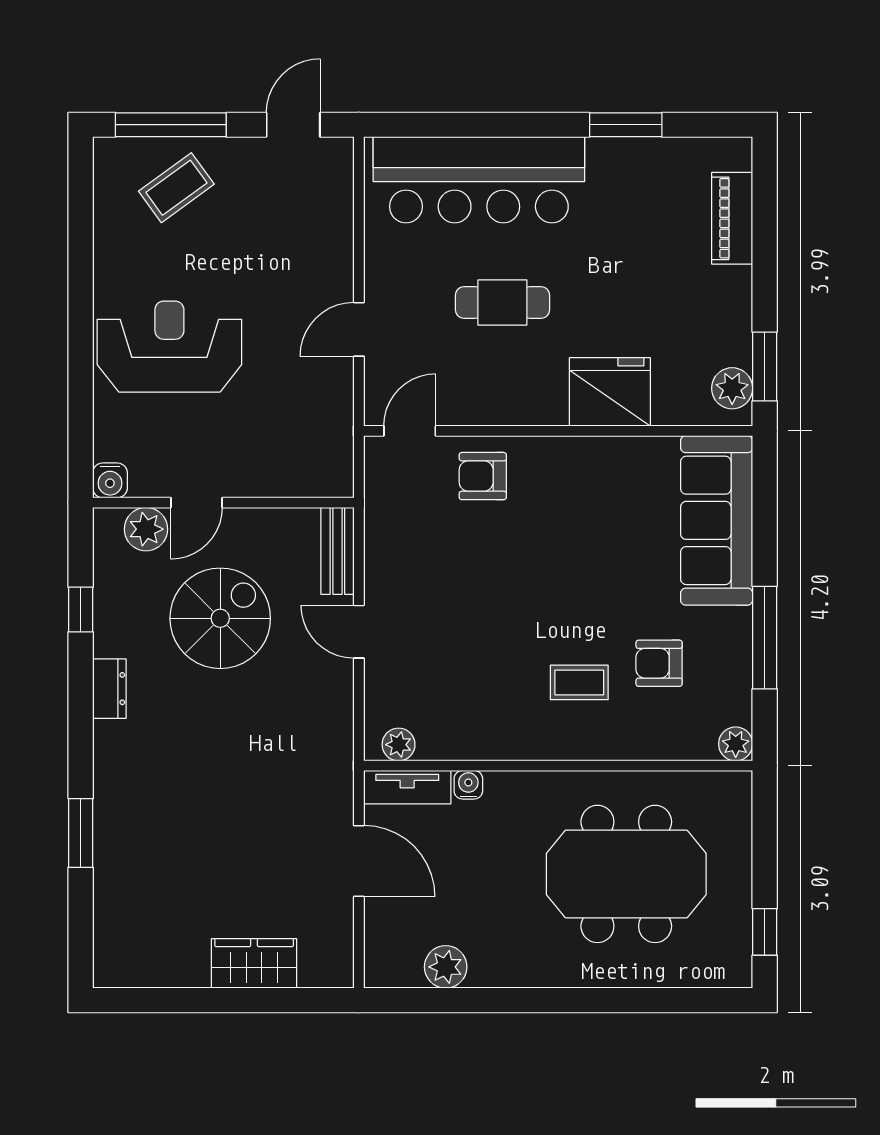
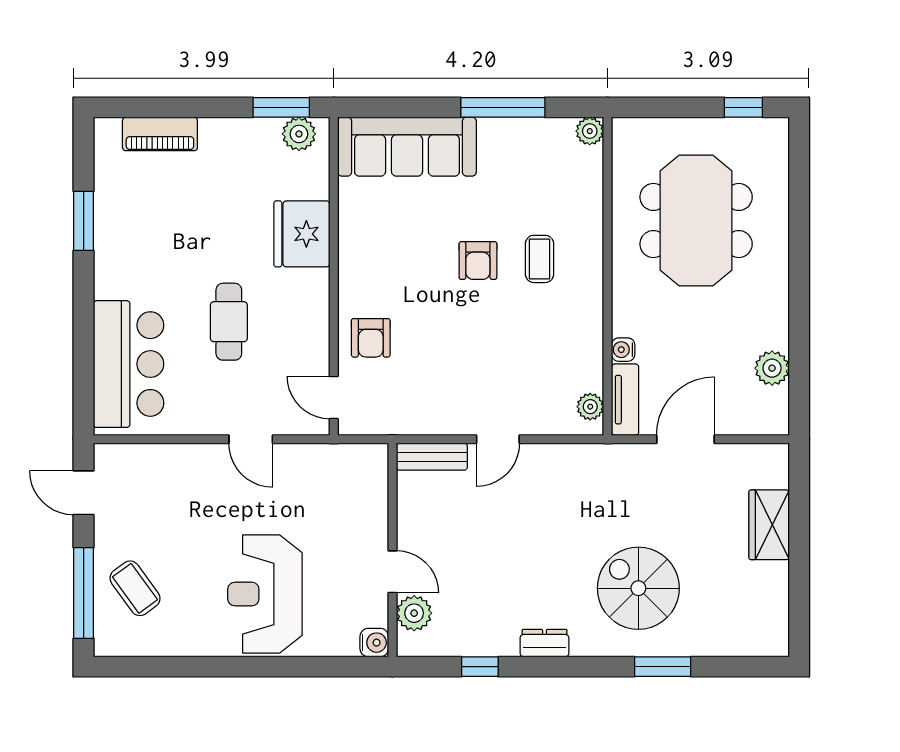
bar counter: (479, 180) -> (129, 364), width x0.73
spiral stairs: (220, 618) -> (638, 588), moved
armchair: (659, 663) -> (478, 261), moved

